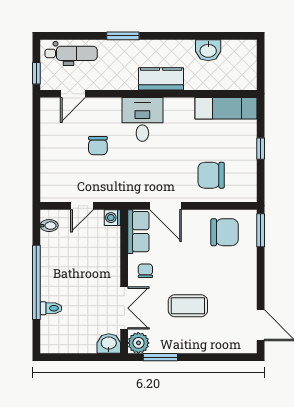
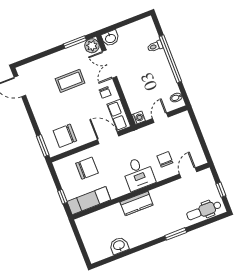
kitchen counter: (161, 79) -> (137, 203), moved
door: (73, 94) -> (188, 173), moved
wall: (148, 94) -> (141, 191), moved
exam couch: (226, 108) -> (89, 201), moved
desk: (142, 119) -> (138, 174), moved

